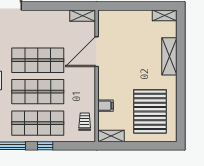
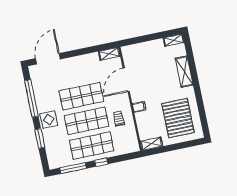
filing cabinet: (106, 106) -> (139, 107), moved
trolley: (85, 122) -> (119, 119), moved

